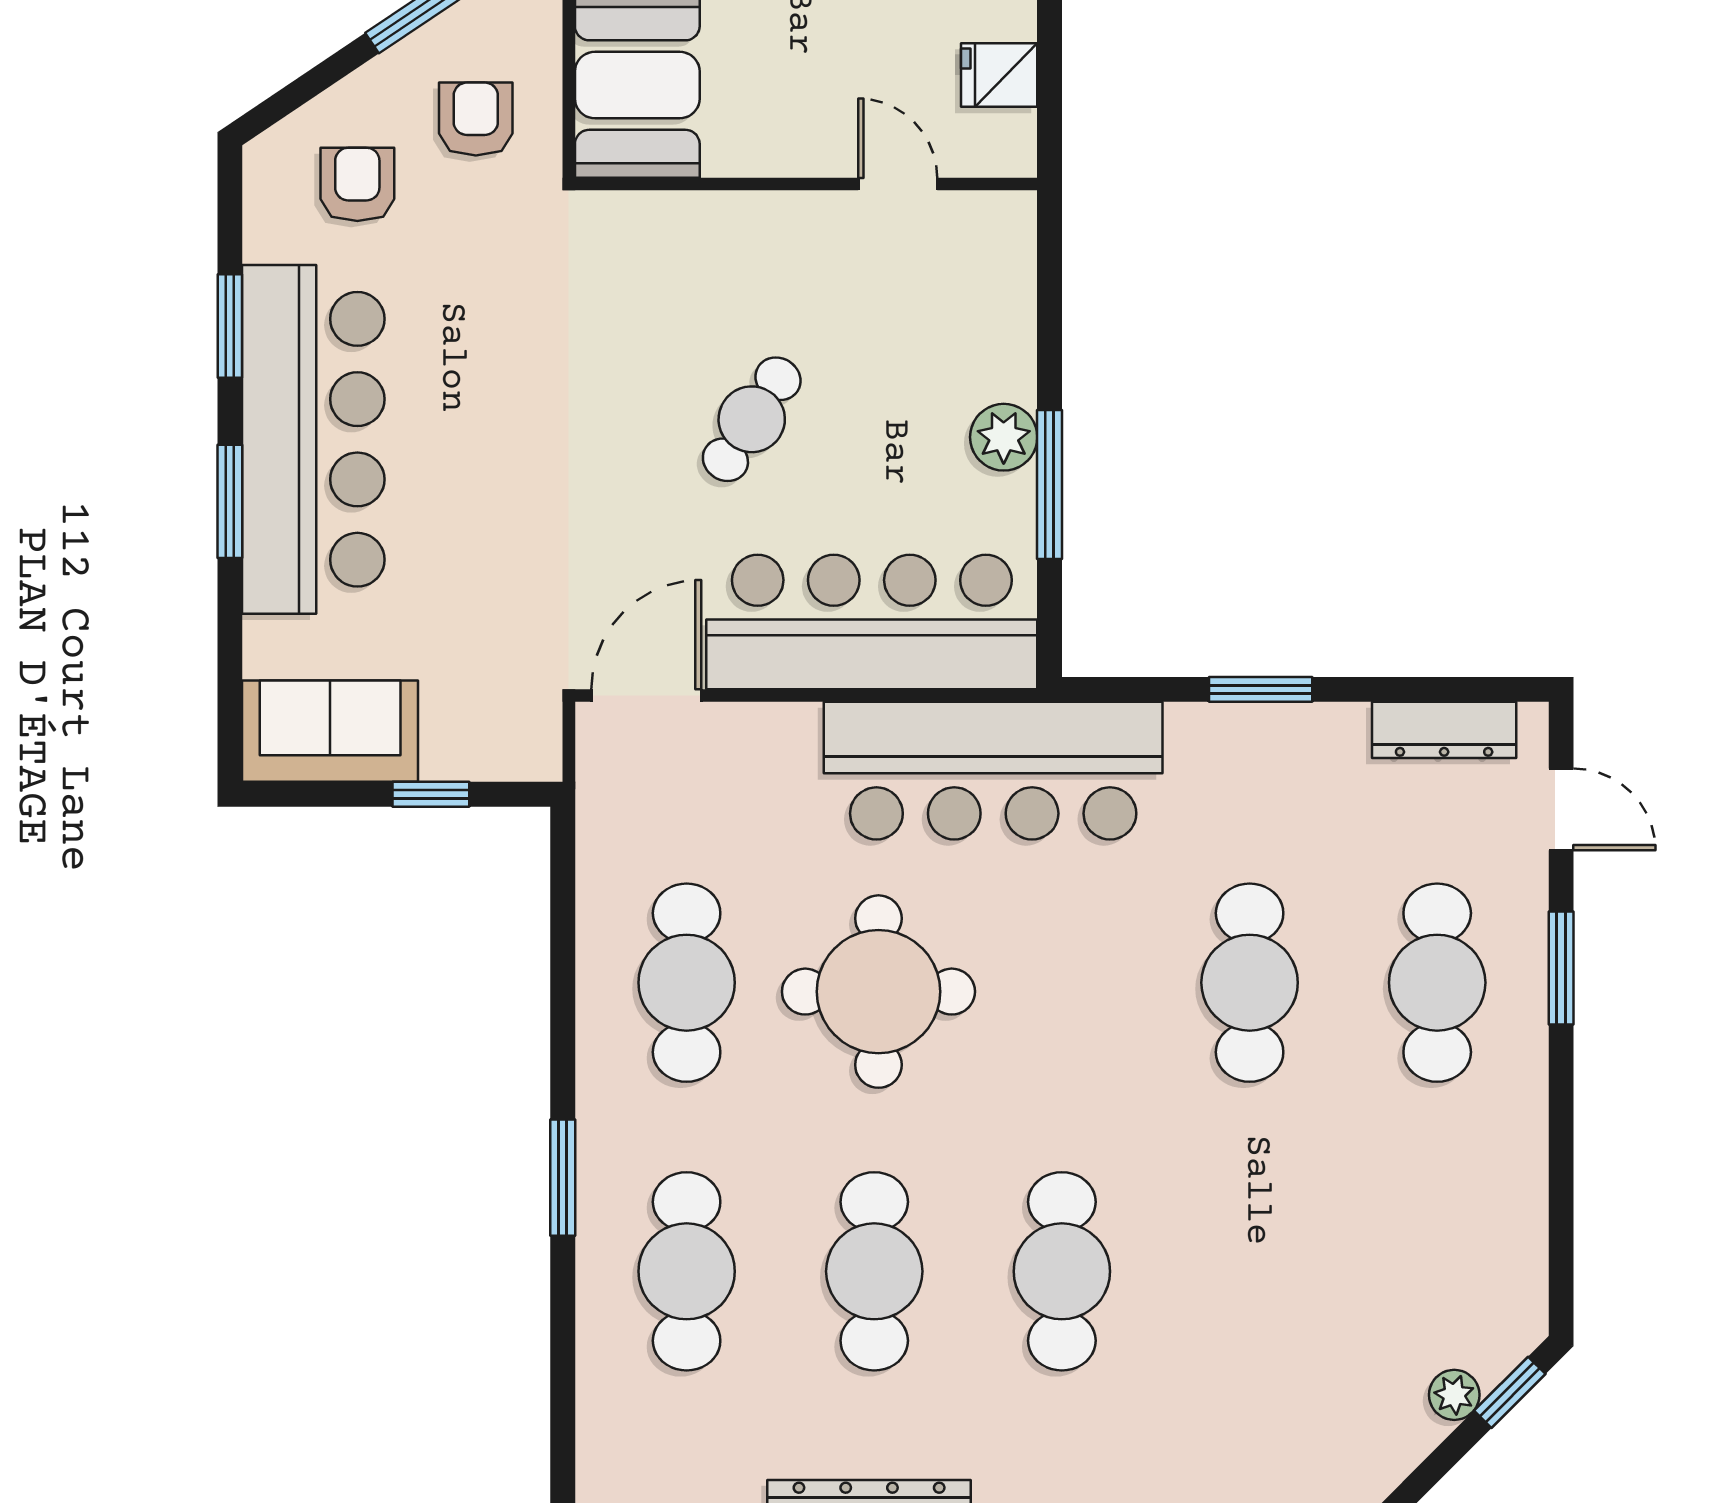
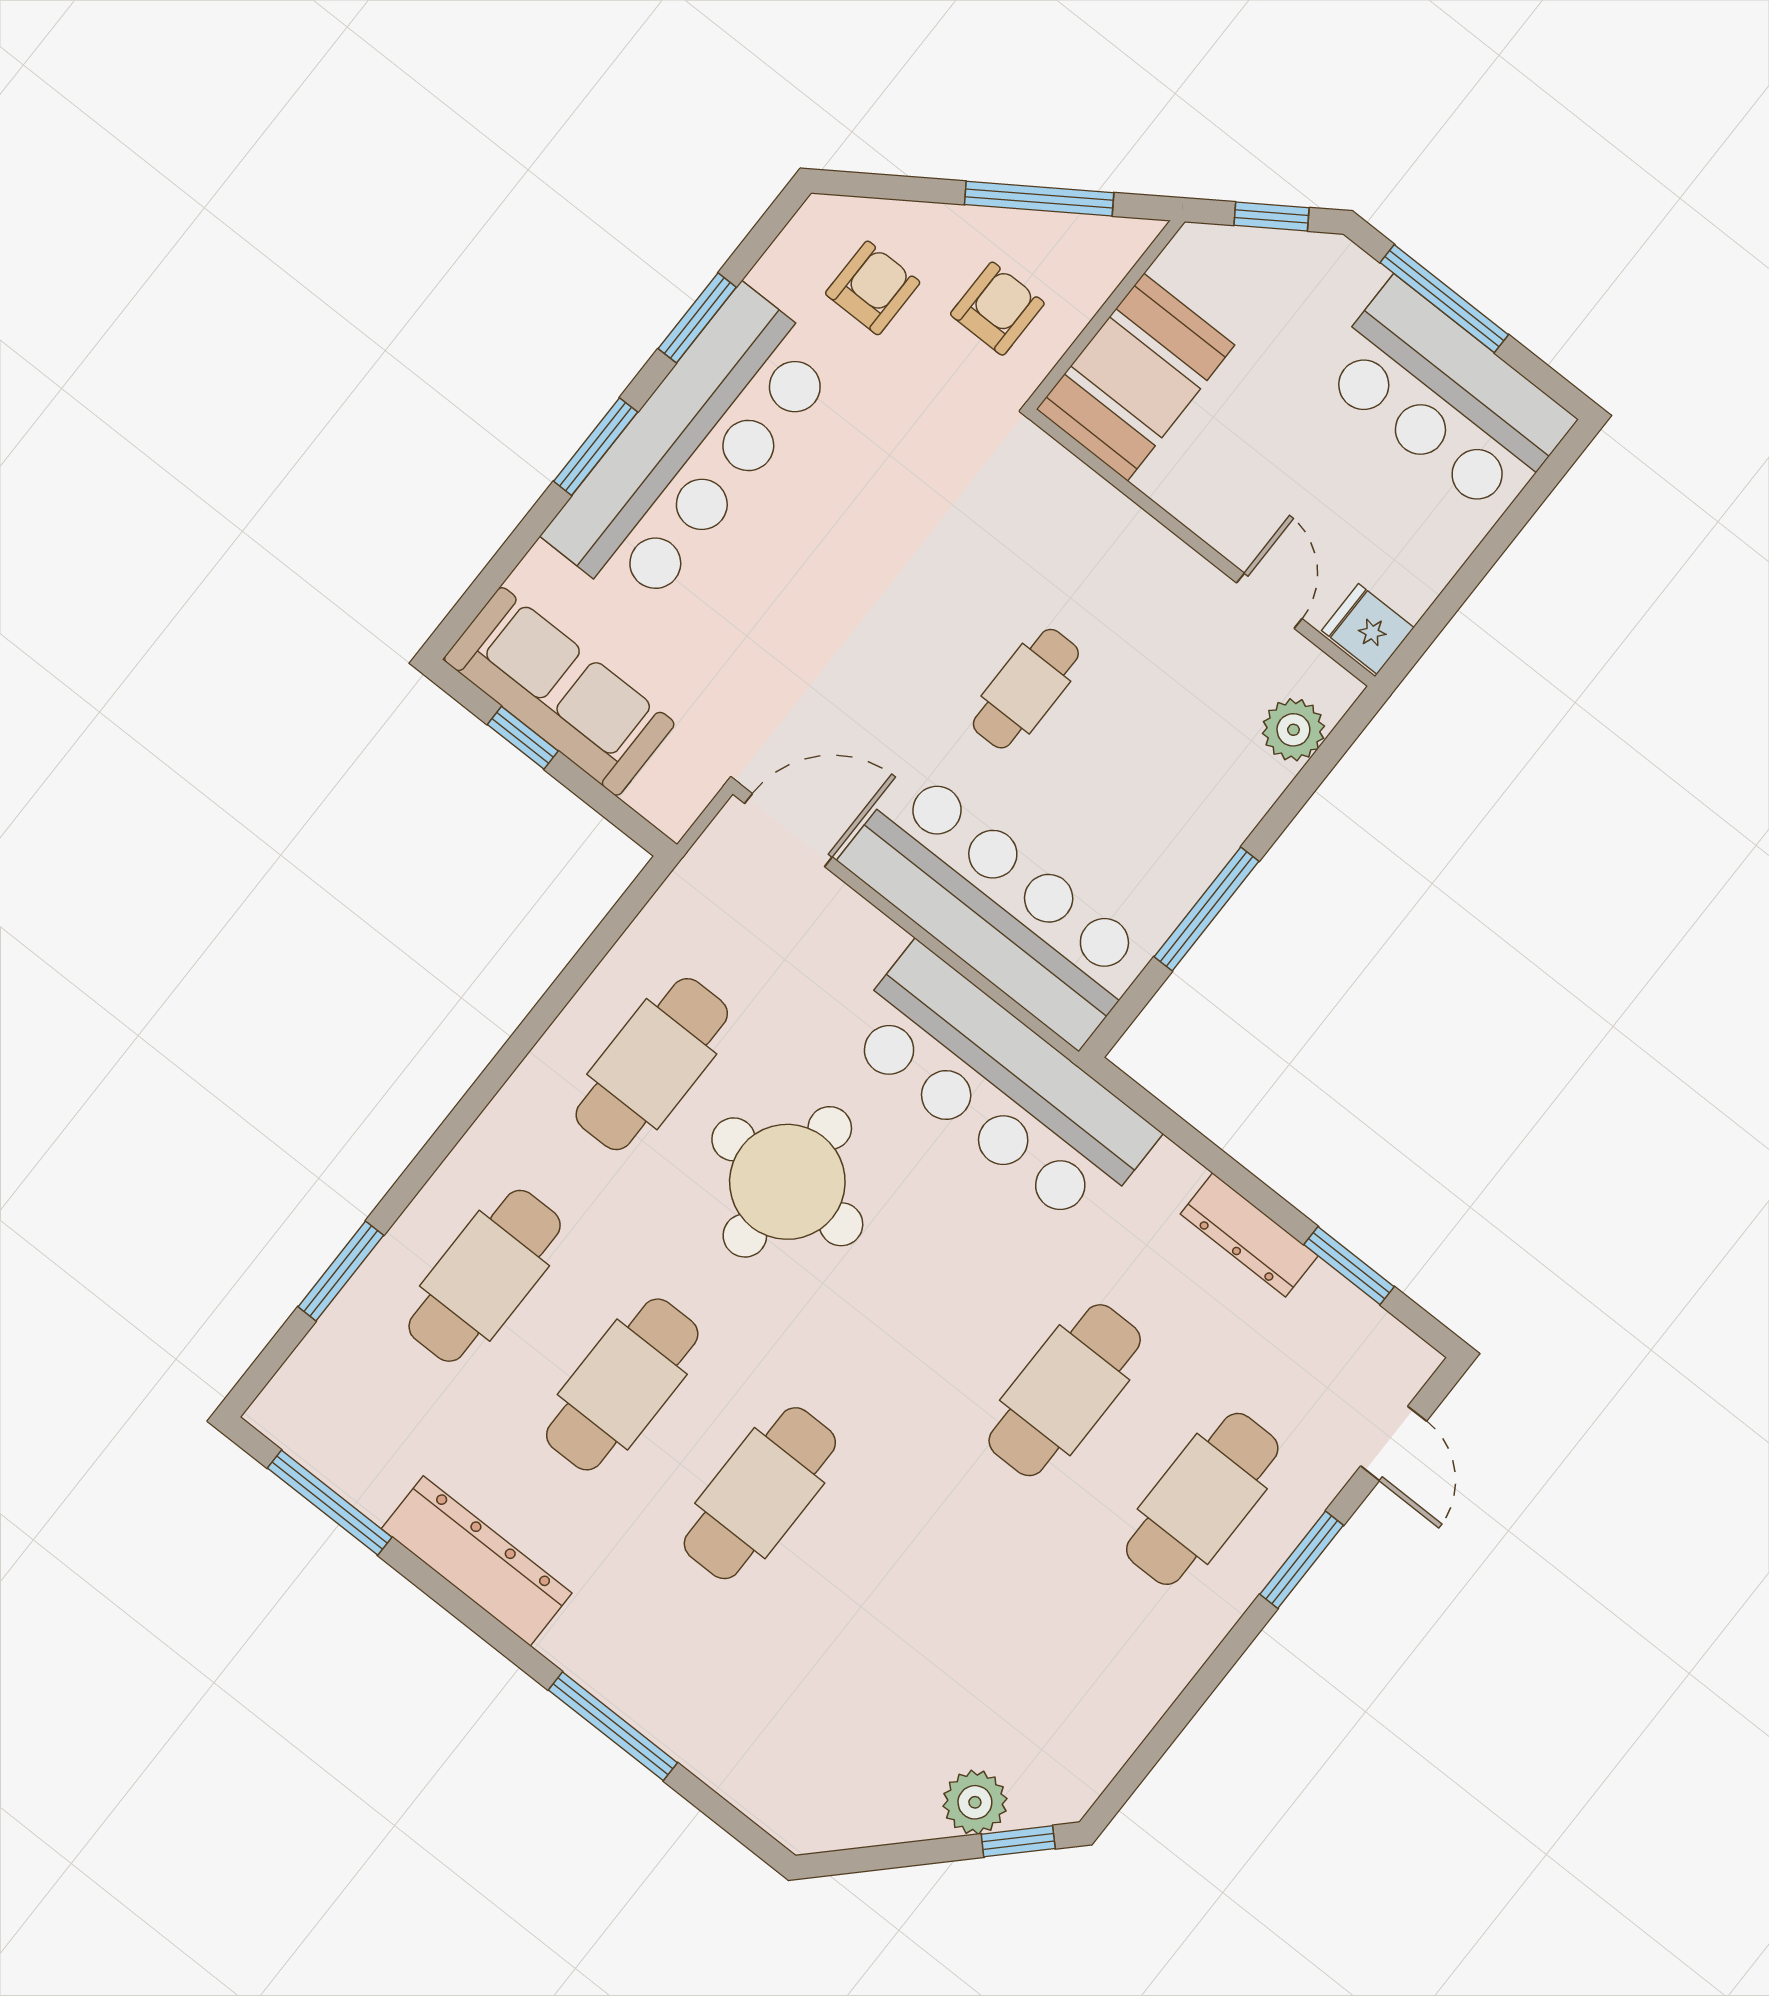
fridge: (999, 75) -> (1368, 629), moved
cafe table: (752, 419) -> (1026, 689), turned -33
plant: (1004, 437) -> (1293, 730), moved
window: (1261, 689) -> (1349, 1266), moved
dresser: (1444, 730) -> (1249, 1235), moved
sofa: (330, 731) -> (559, 691), width x1.36
window: (431, 794) -> (523, 738), moved
window: (563, 1178) -> (341, 1271), moved
plant: (1454, 1395) -> (975, 1802), width x1.38, depth x1.38

